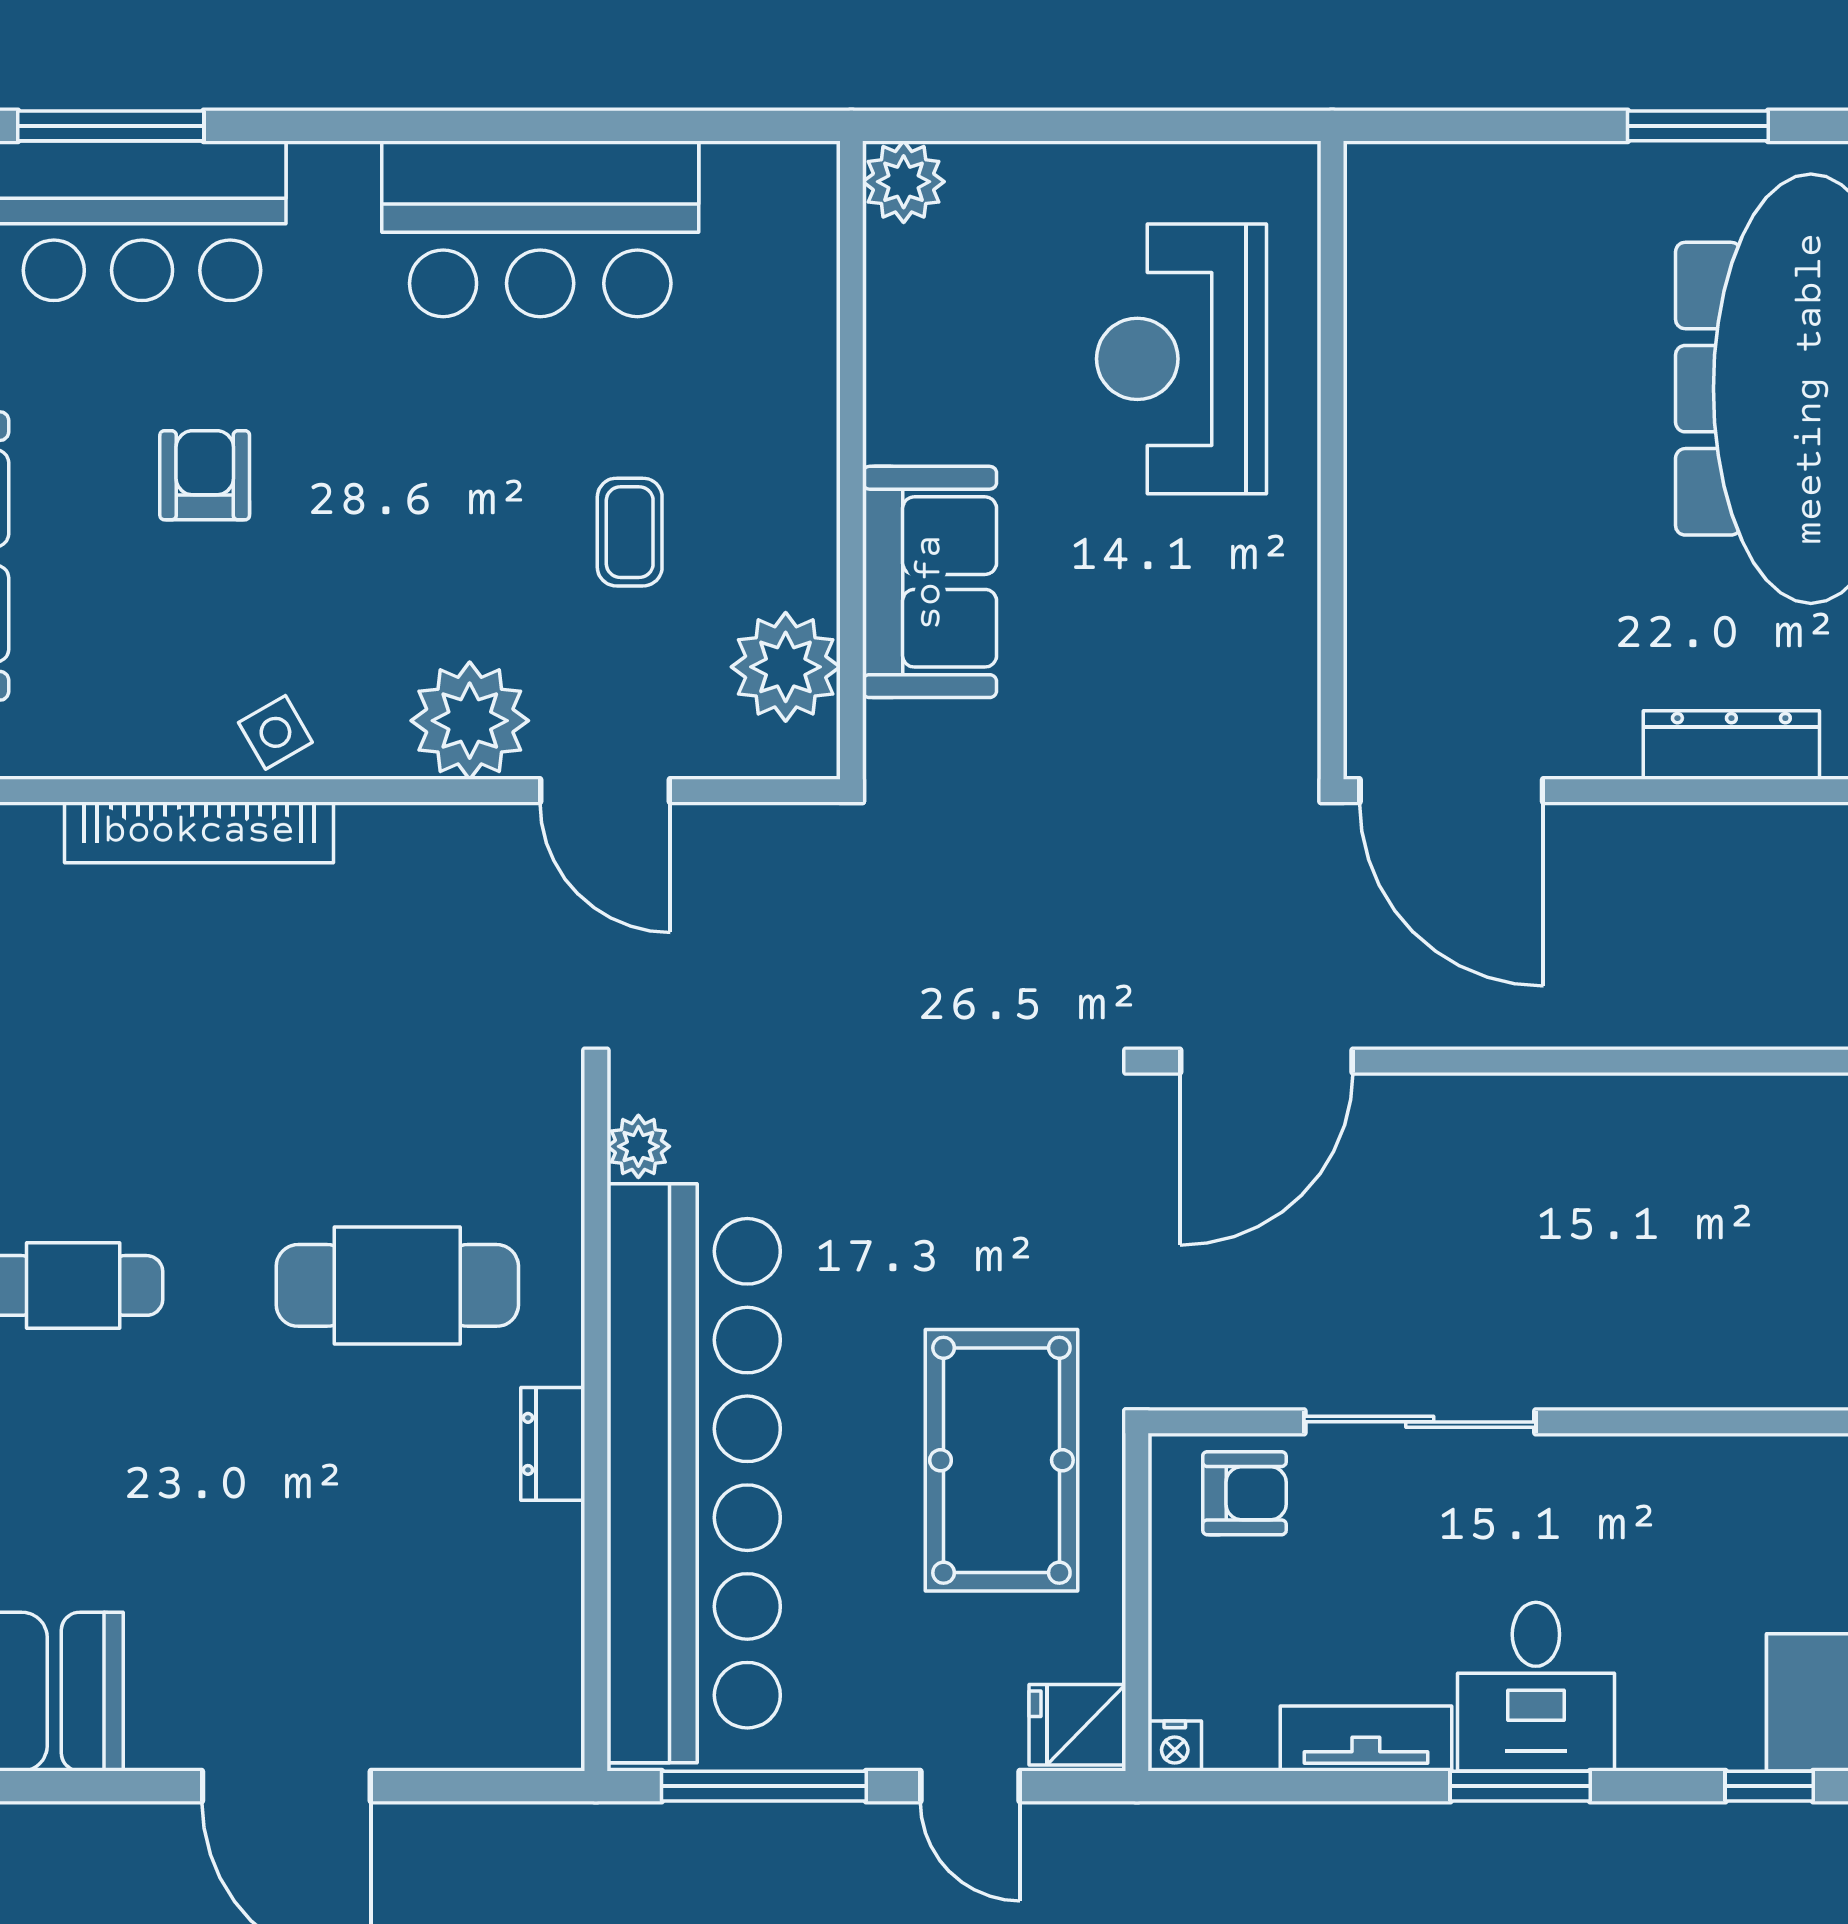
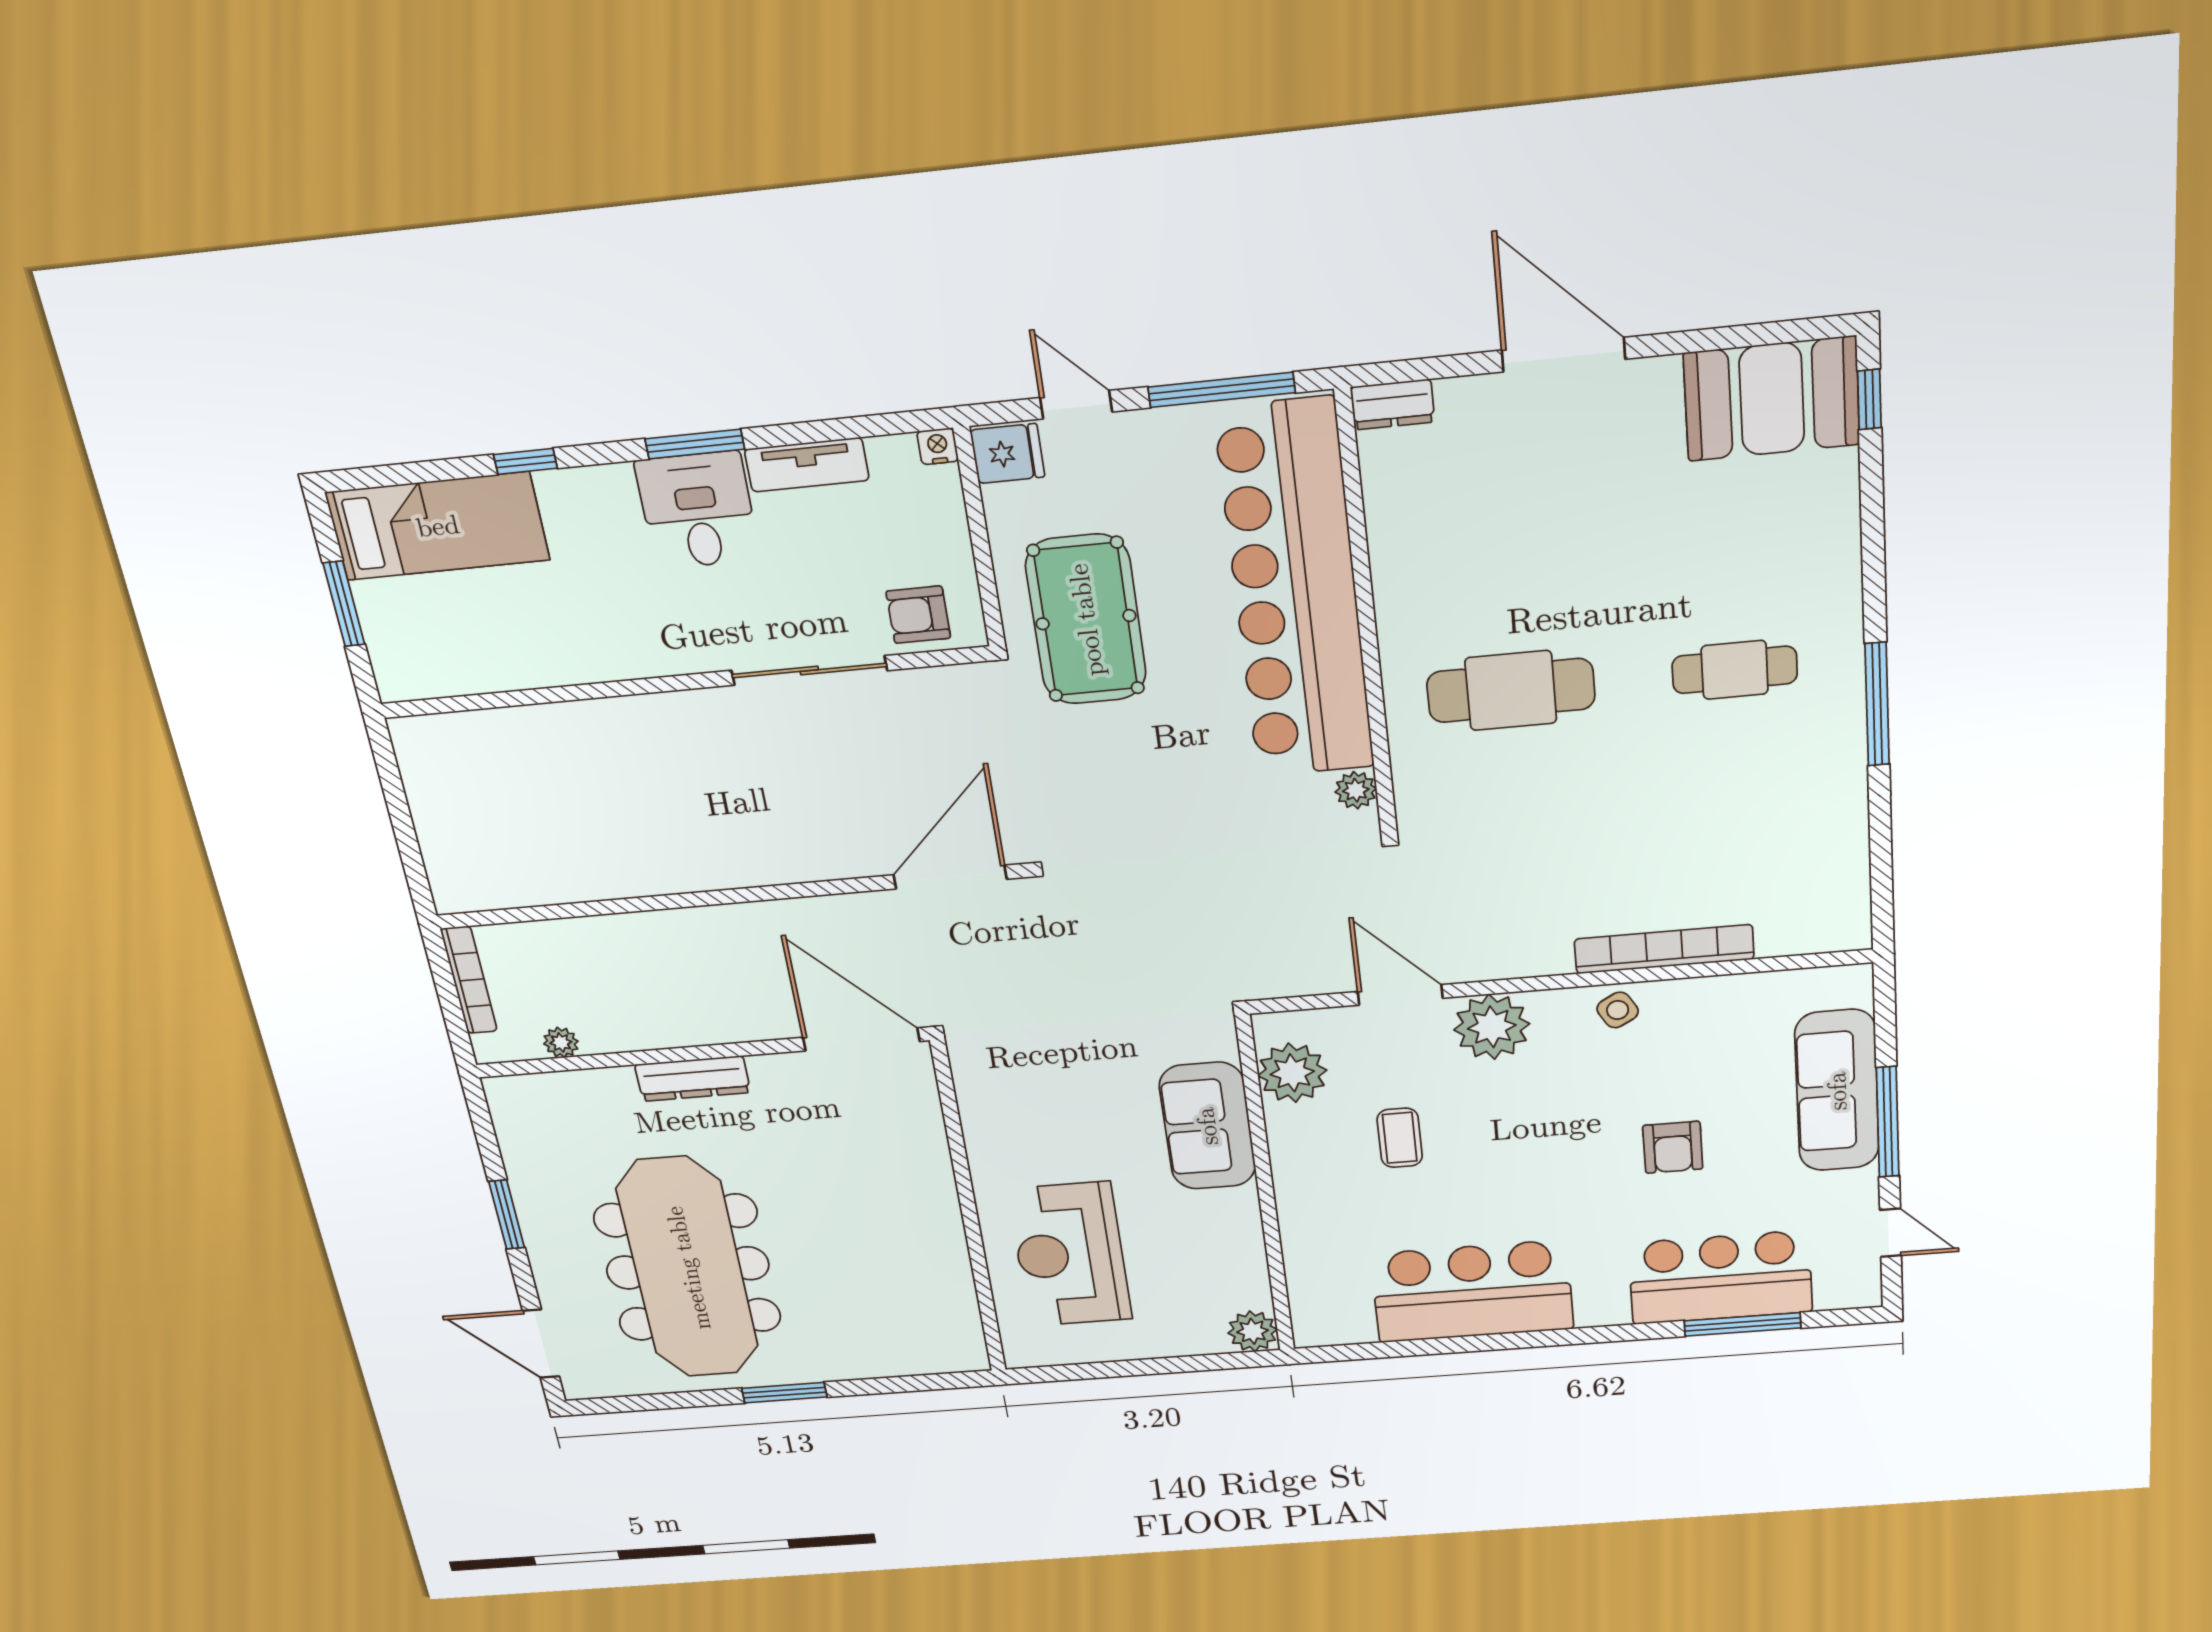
reception desk: (1181, 359) -> (1070, 1254), turned 180
dresser: (553, 1444) -> (1393, 404), moved, turned 90

